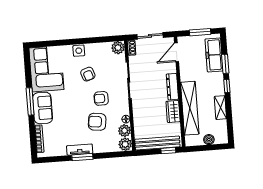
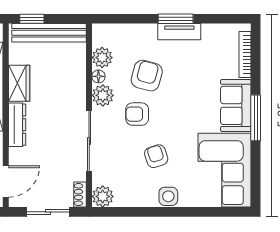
armchair: (101, 98) -> (137, 114), turned 180
armchair: (97, 122) -> (147, 76), turned -82
plant: (125, 144) -> (103, 95), moved

